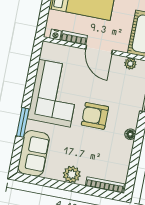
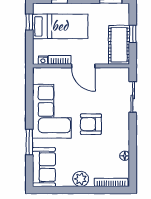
plant: (130, 64) -> (113, 73), removed
floor lamp: (130, 134) -> (125, 156), moved

